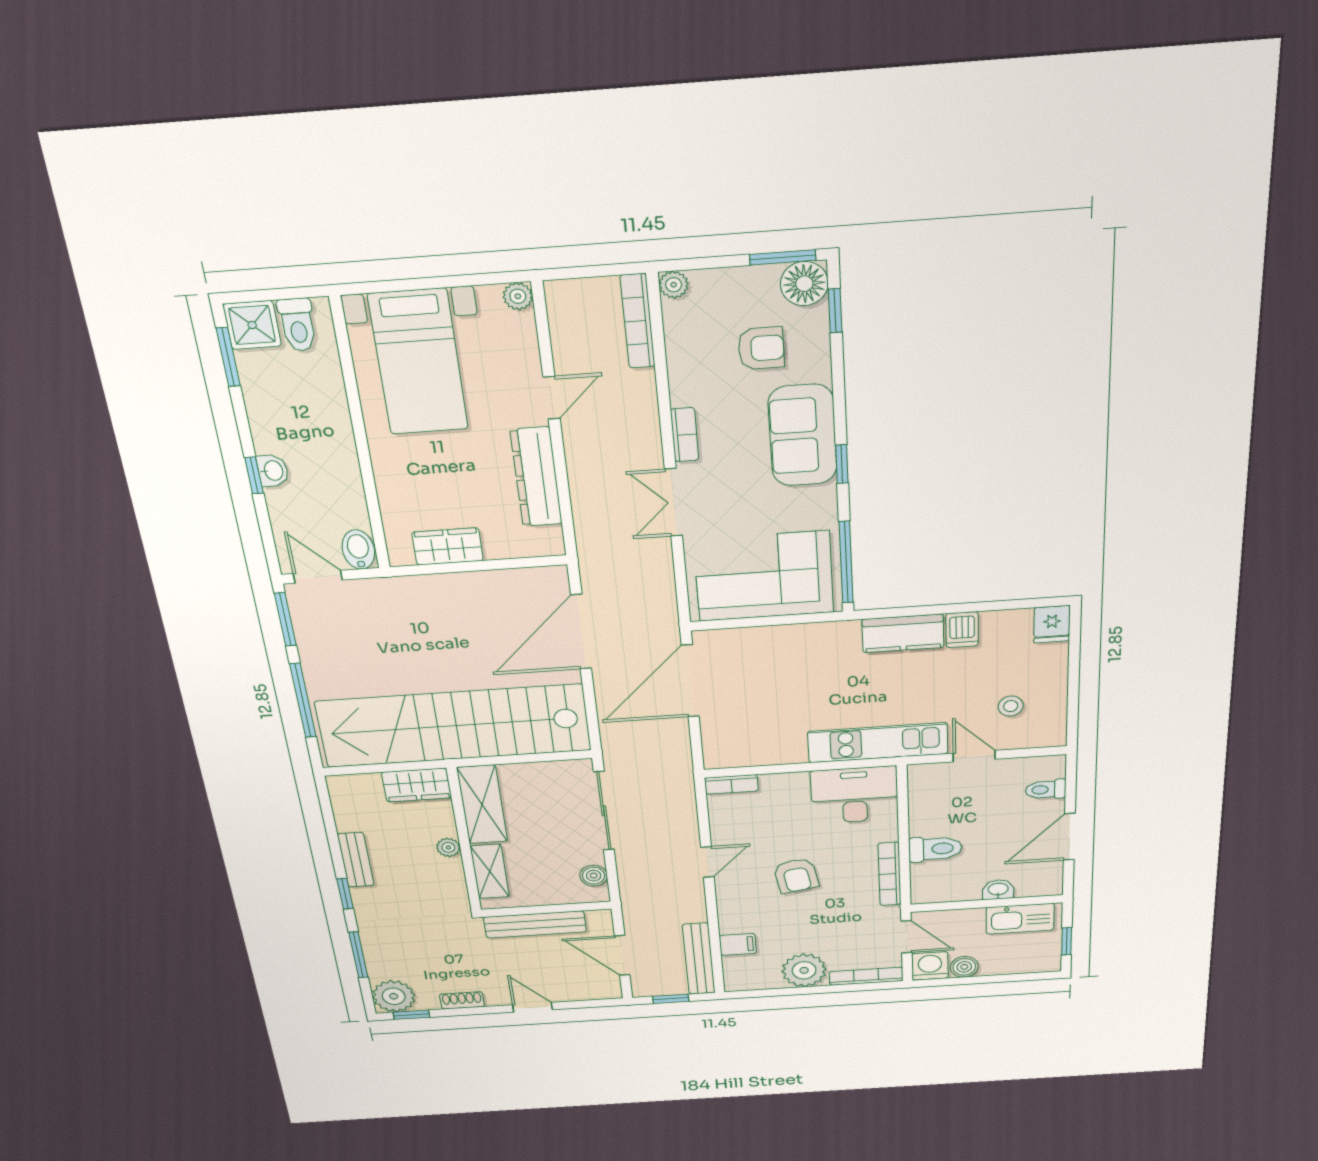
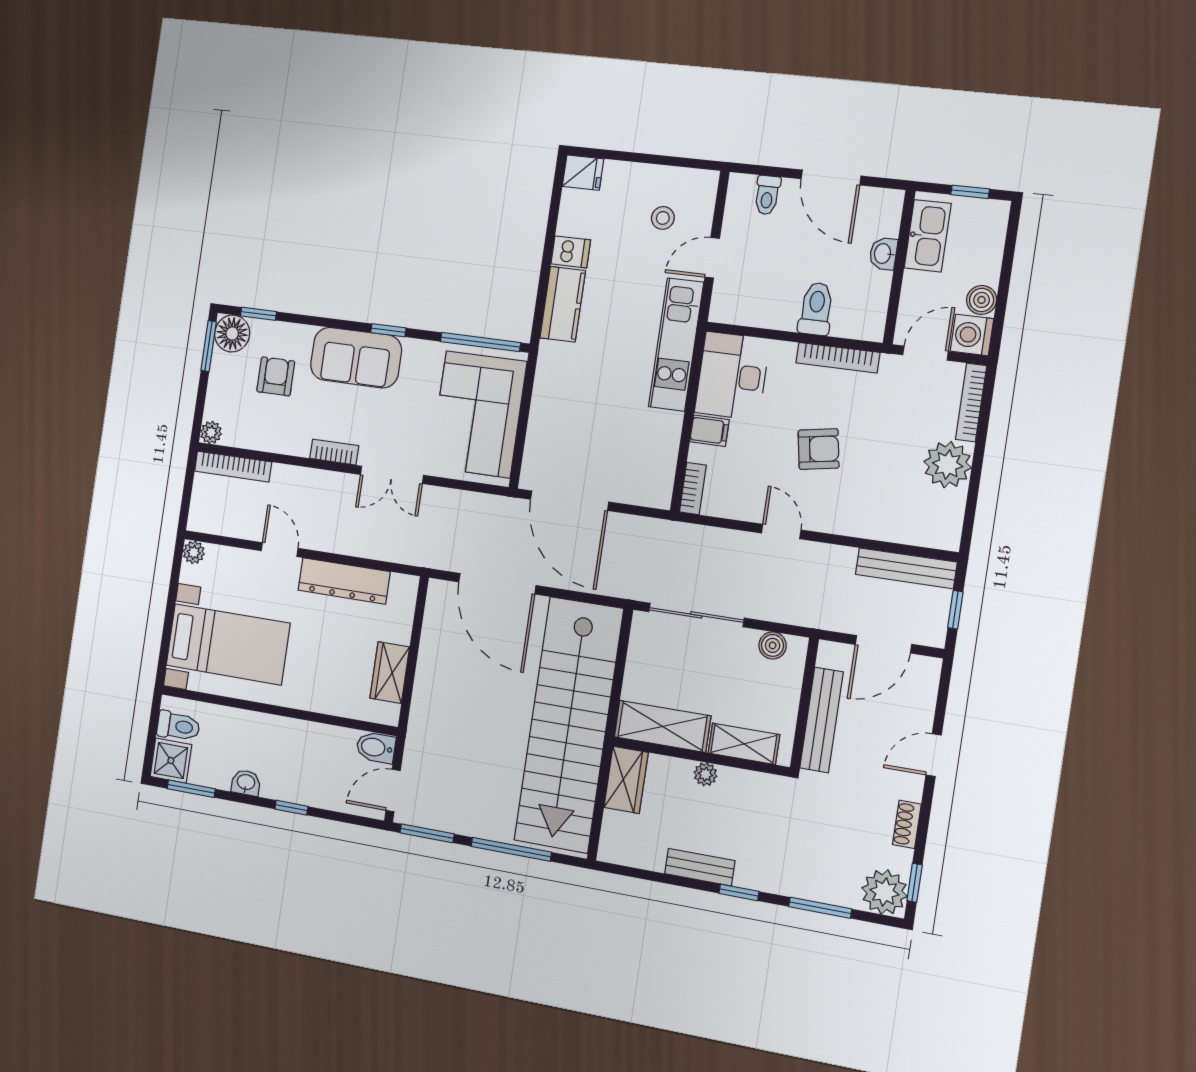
washbasin: (273, 471) -> (246, 783), moved
filing cabinet: (738, 944) -> (709, 431), moved, turned 90

